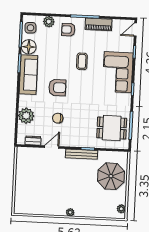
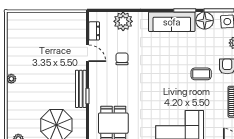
coffee table: (82, 61) -> (201, 74), moved
armchair: (57, 88) -> (158, 57), removed

